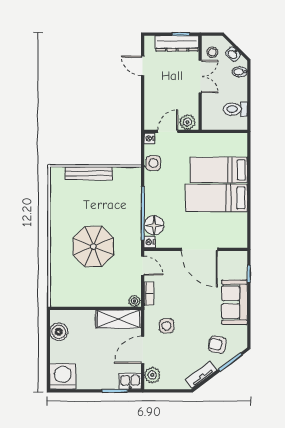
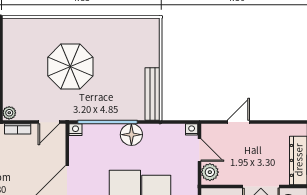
door: (143, 66) -> (238, 122), moved
side table: (153, 163) -> (164, 134), removed
bench: (89, 173) -> (152, 94), moved
floor lamp: (154, 225) -> (131, 135), moved

